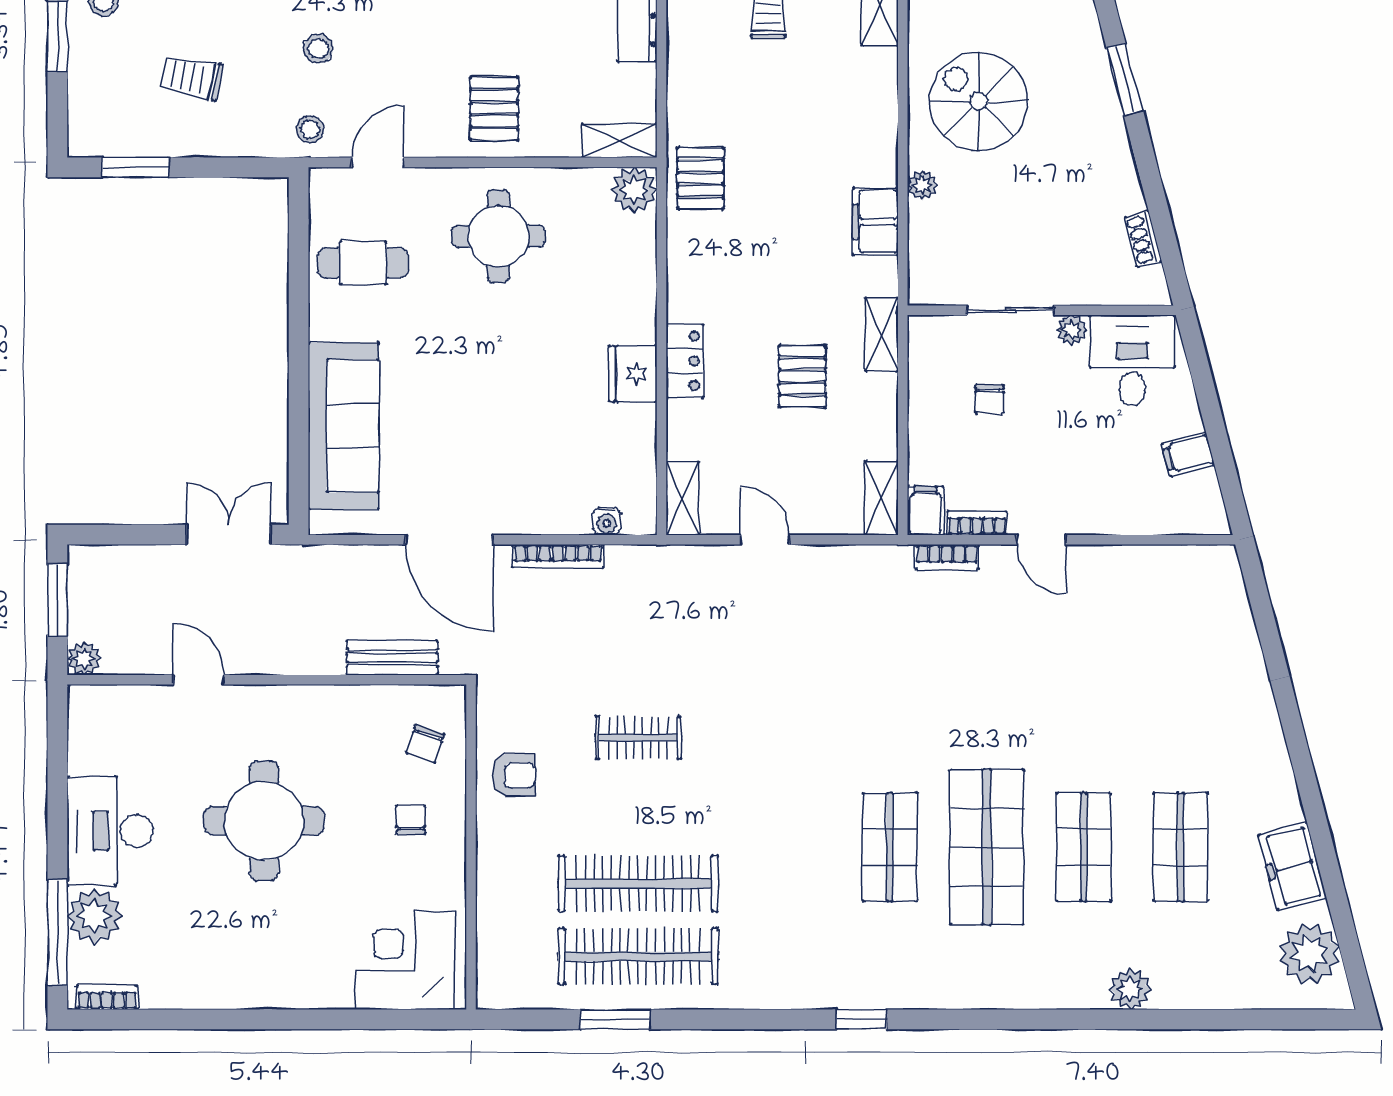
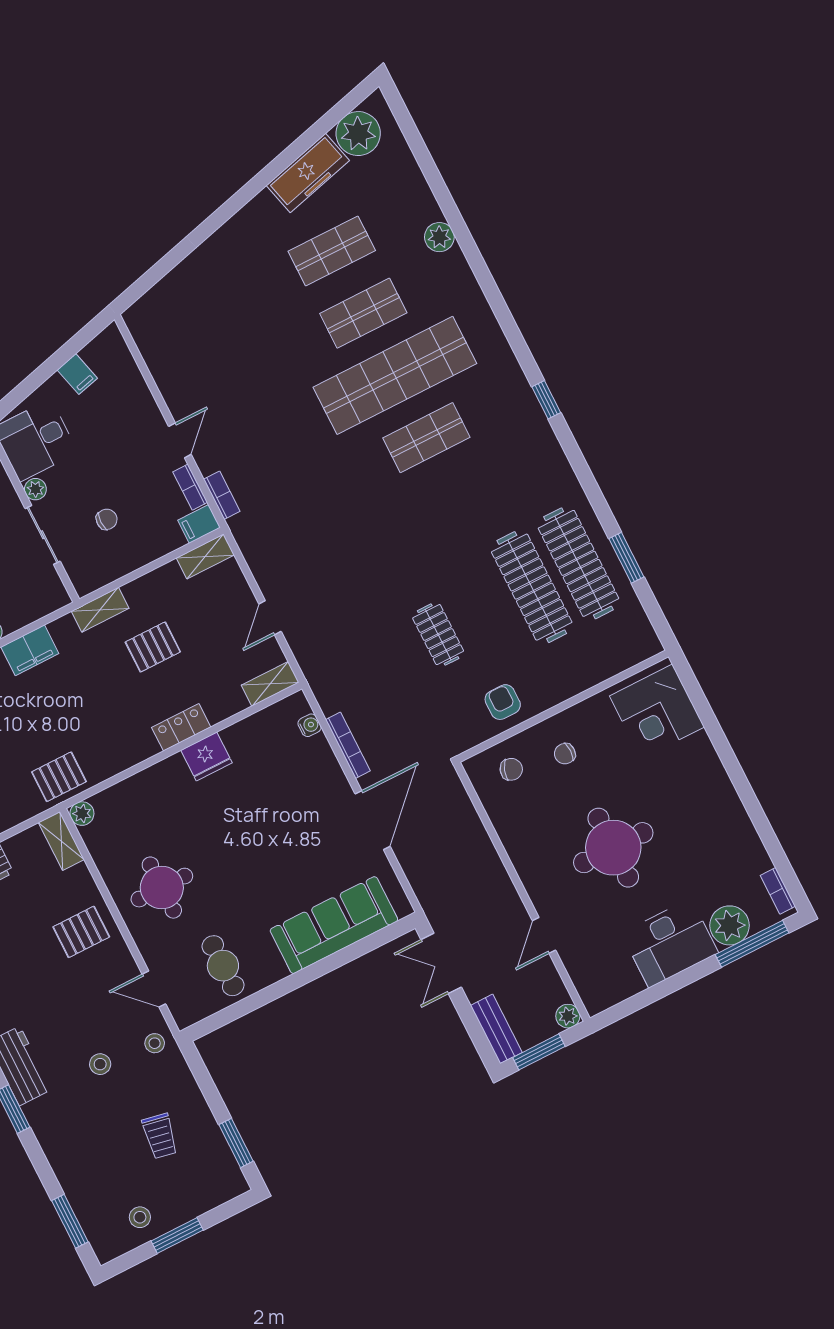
plant: (634, 190) -> (82, 814), width x0.73, depth x0.73
bench: (392, 658) -> (496, 1029), moved
shop shelf: (987, 847) -> (395, 375), width x1.40
freezer: (1292, 866) -> (308, 173), width x1.40

